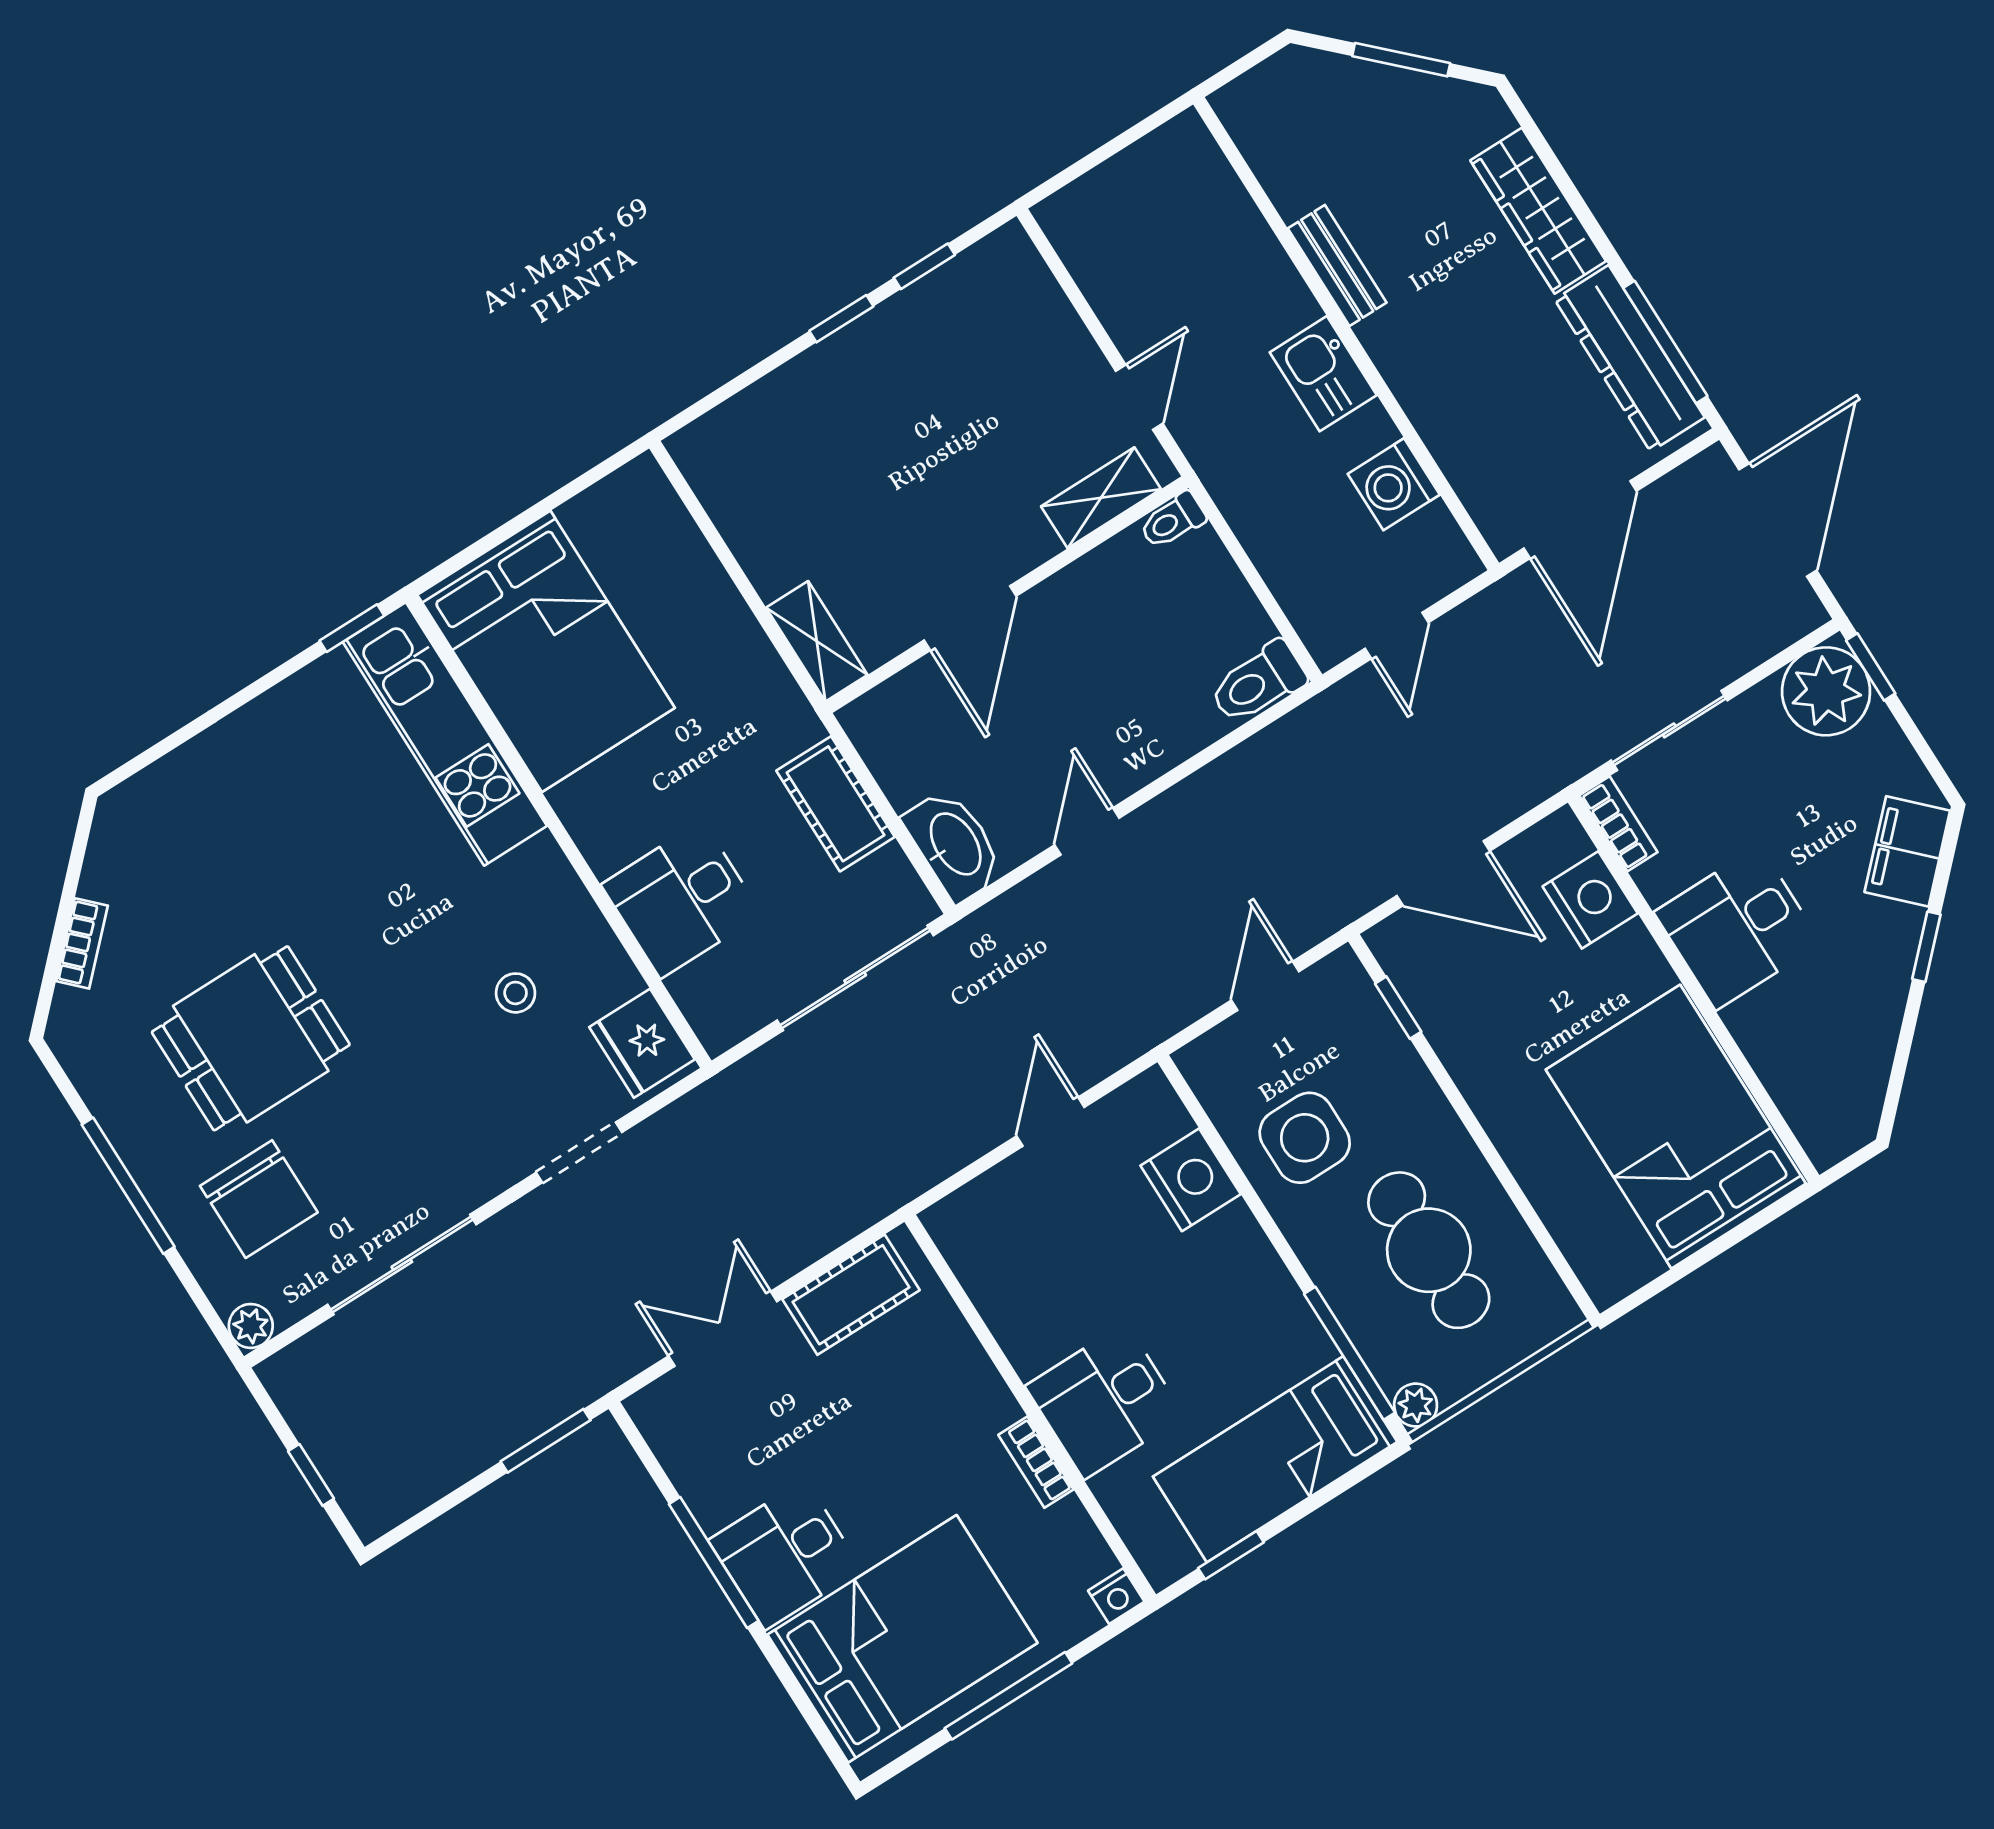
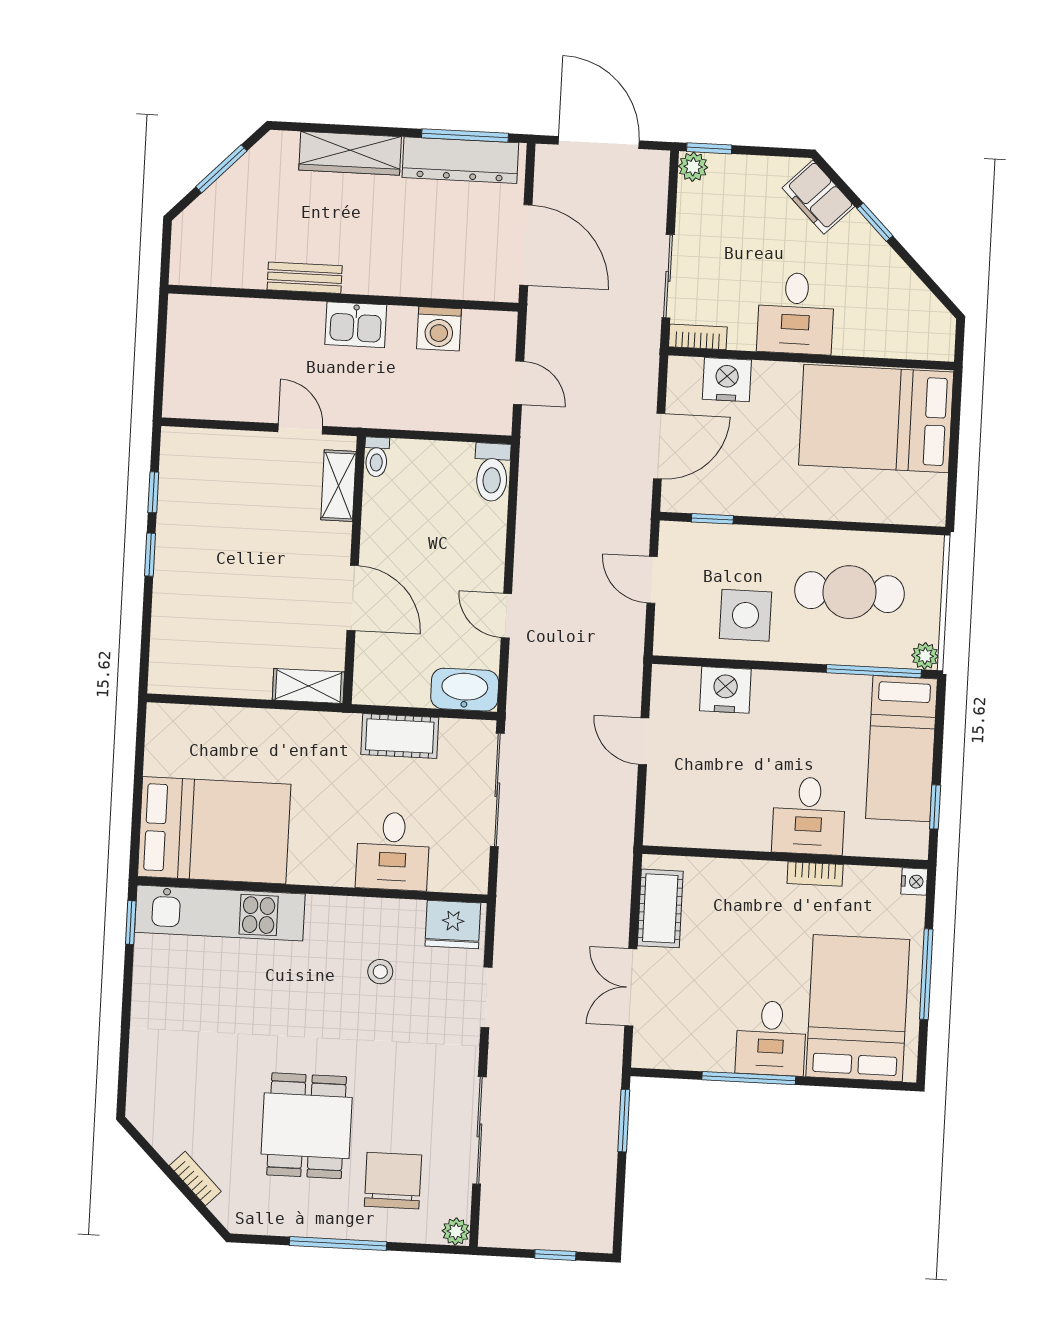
plant: (1826, 691) -> (693, 167), width x0.53, depth x0.53
chair: (259, 1199) -> (393, 1181), turned -90

